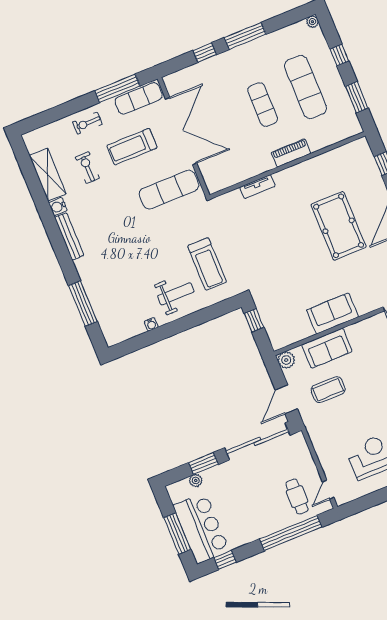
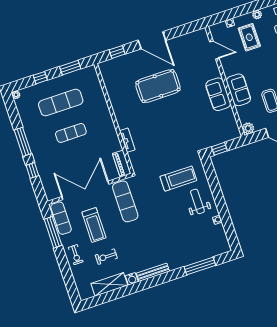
piano: (291, 153) -> (122, 164), moved
sofa: (327, 348) -> (239, 90), moved

